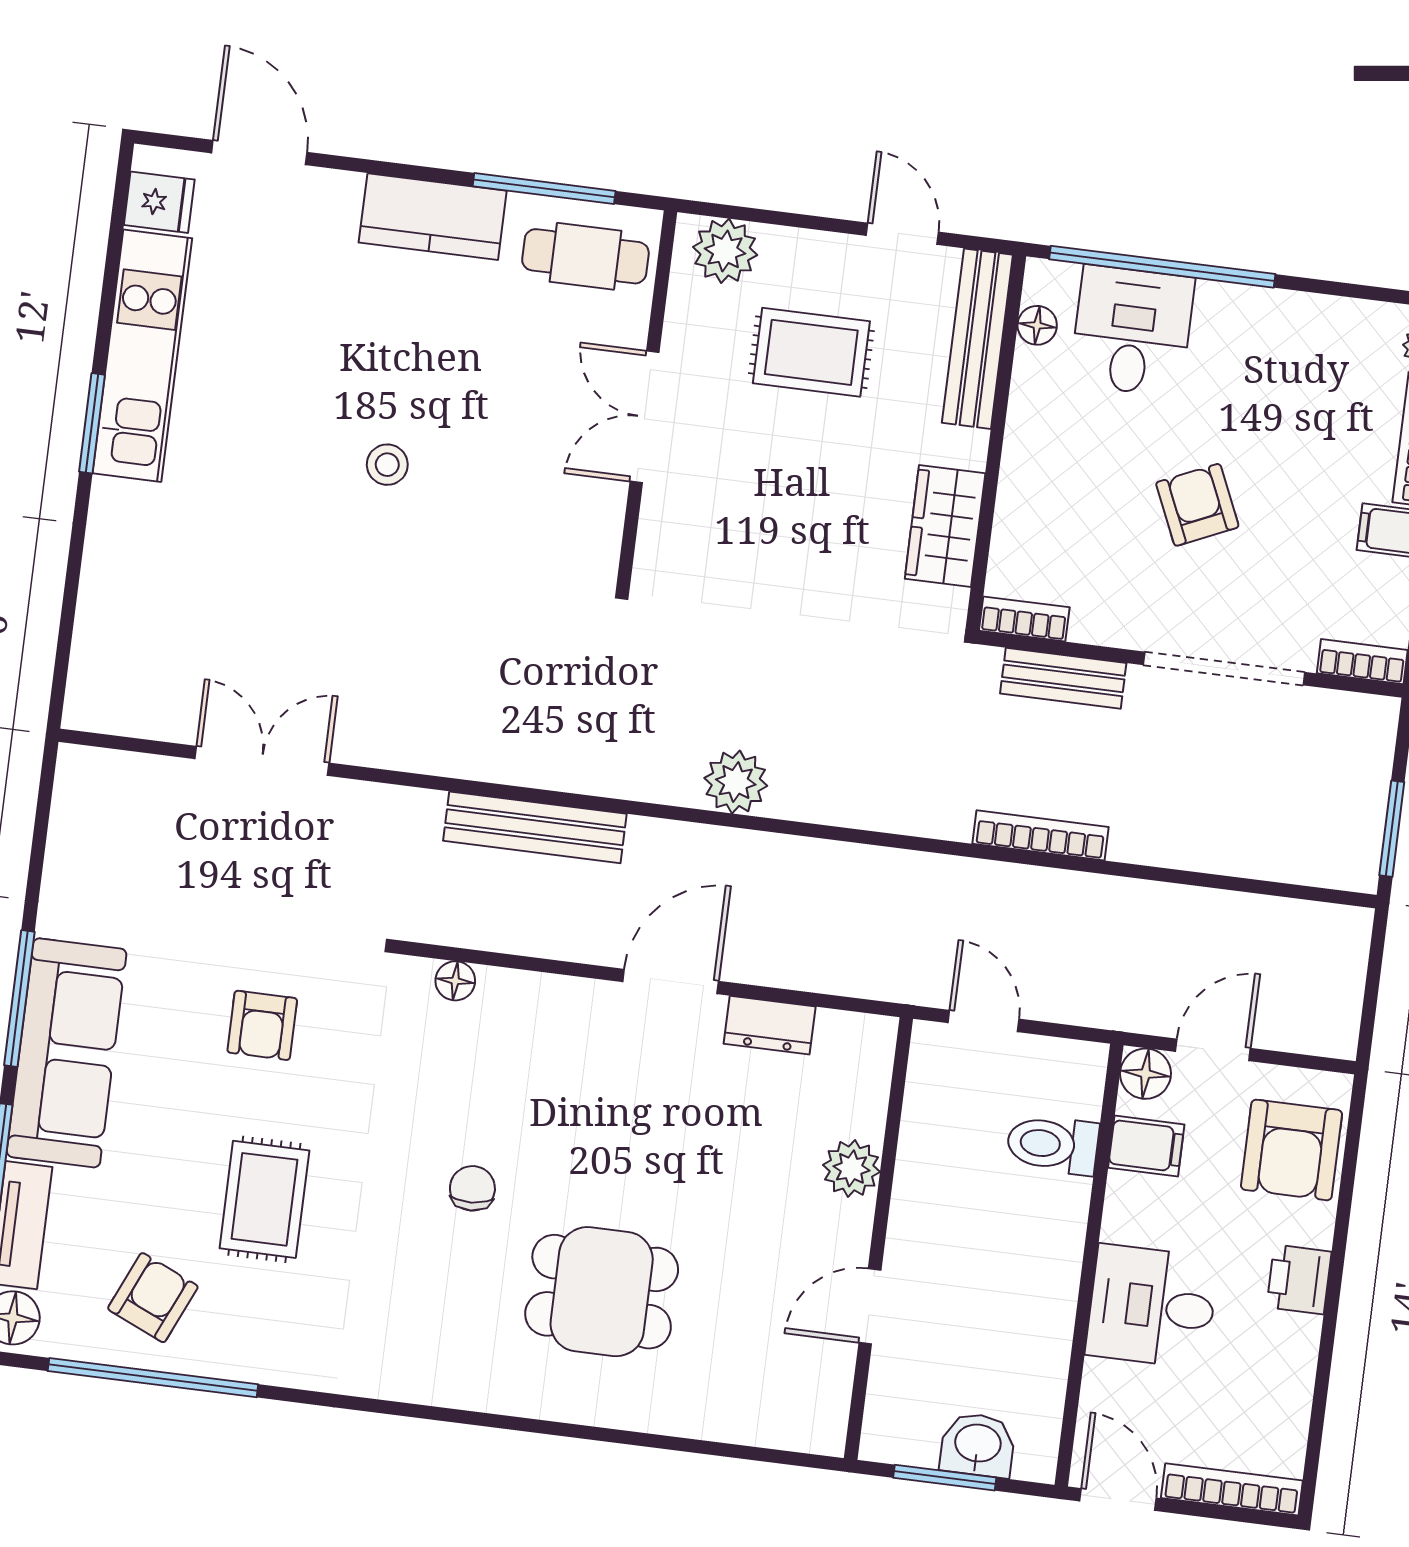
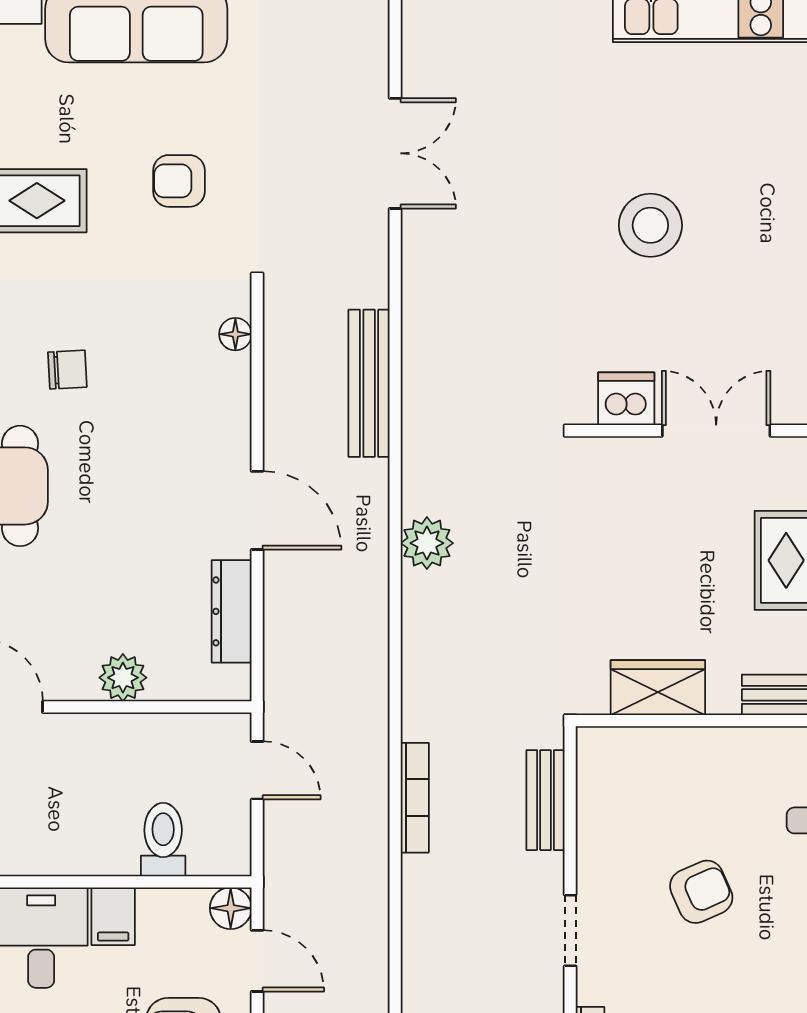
stool: (387, 465) -> (650, 225), width x1.89, depth x1.89
dishwasher: (592, 520) -> (626, 399), added
bookcase: (1024, 619) -> (590, 762), removed
doorway: (1224, 669) -> (570, 930), width x0.53
door: (984, 1021) -> (257, 770), hinge flipped
dresser: (770, 1025) -> (232, 611), width x1.44
filing cabinet: (1146, 1146) -> (113, 916), moved

